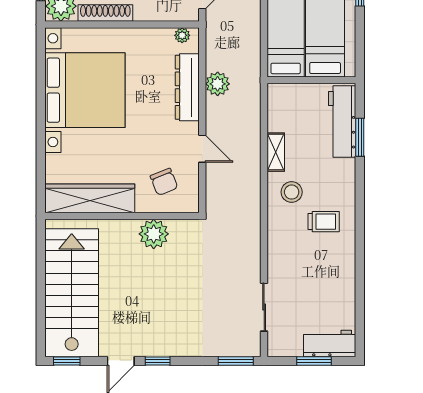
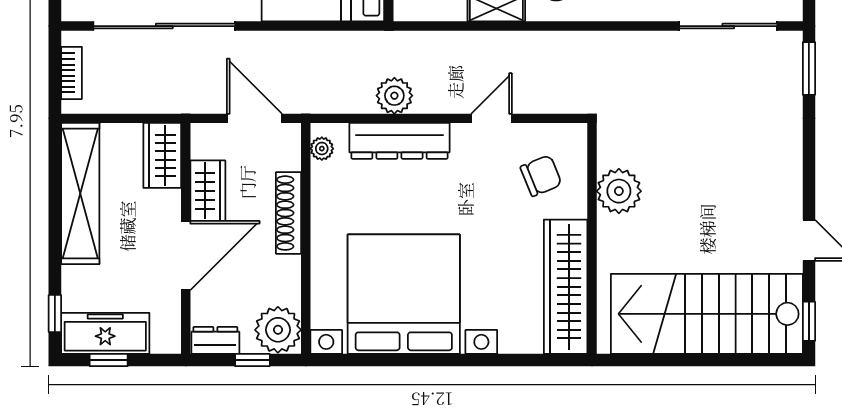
shoe rack: (105, 13) -> (288, 213), moved
sliding door: (264, 307) -> (728, 26), width x1.37
window: (158, 361) -> (809, 185), removed

